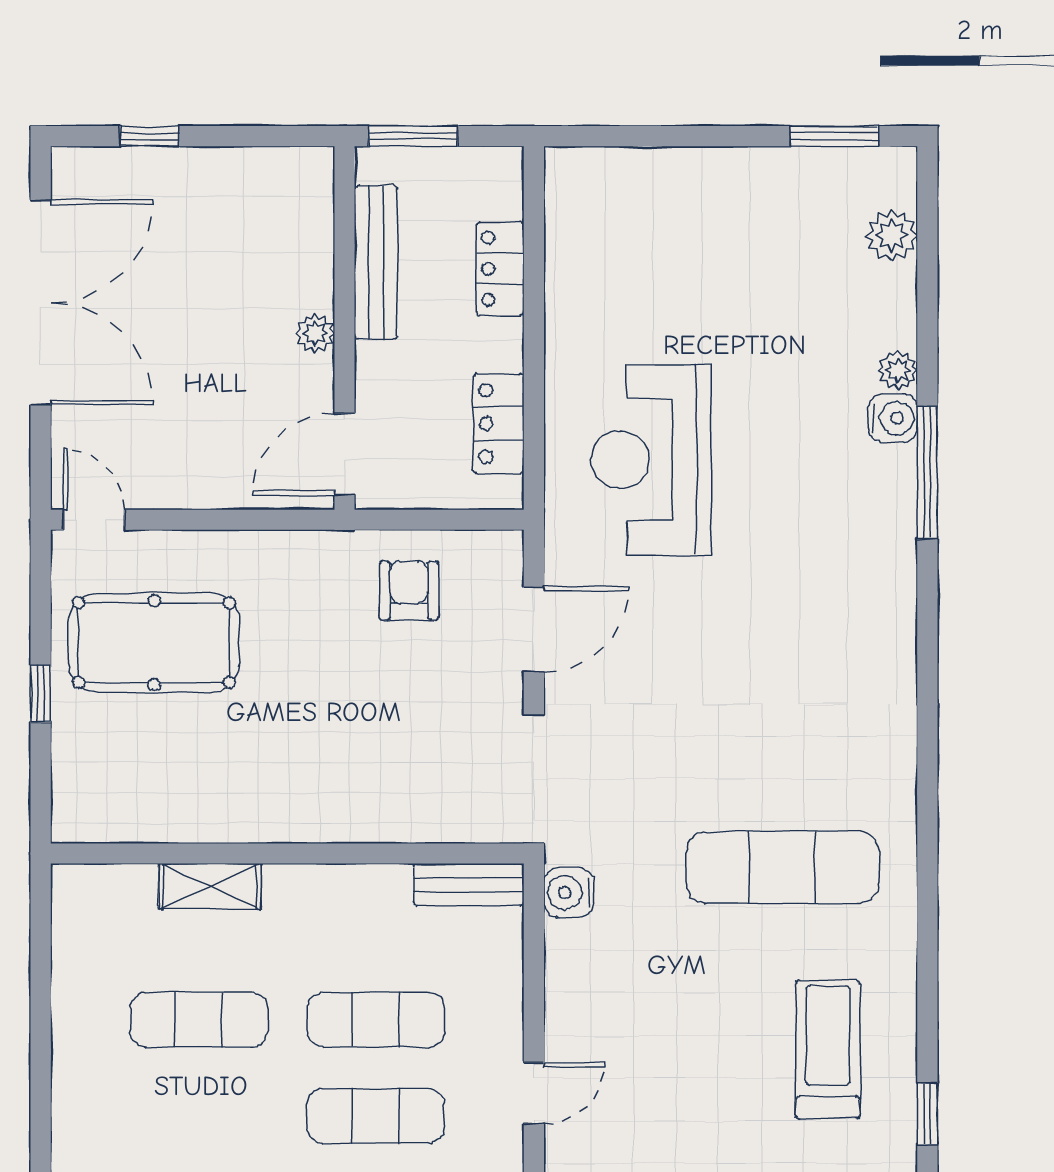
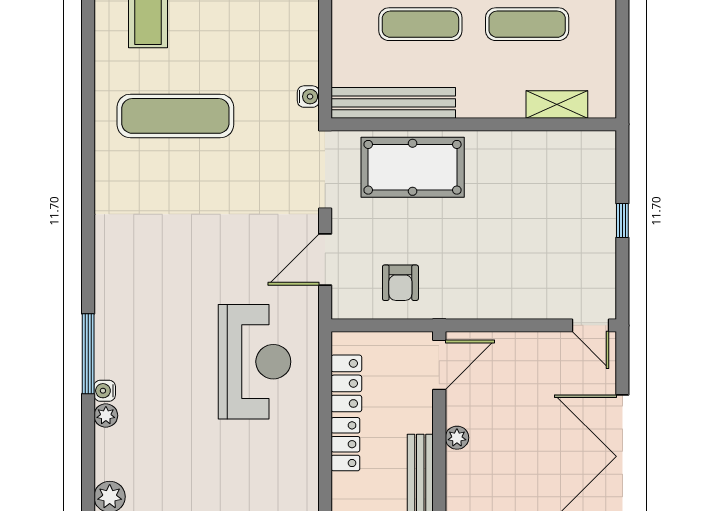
locker: (500, 269) -> (345, 444), moved
water cooler: (893, 418) -> (105, 391), width x0.72, depth x0.72
pool table: (154, 643) -> (413, 167), moved
bench: (469, 885) -> (393, 103), width x1.86, depth x1.21
shelving: (210, 886) -> (557, 104), moved
water cooler: (569, 893) -> (308, 97), width x0.72, depth x0.72

